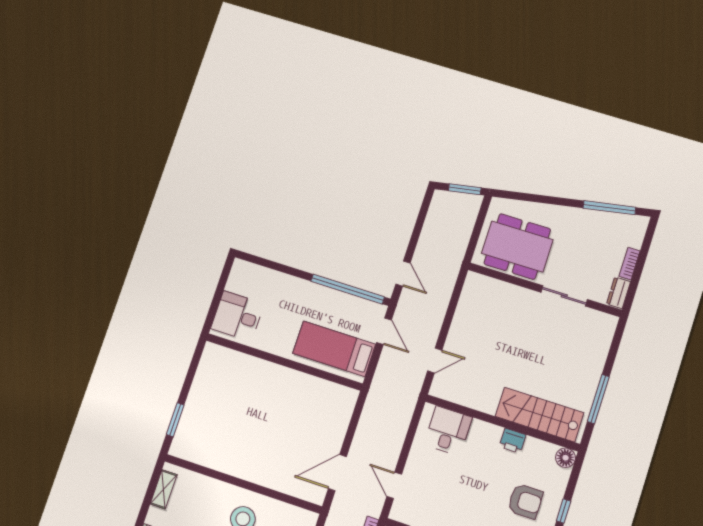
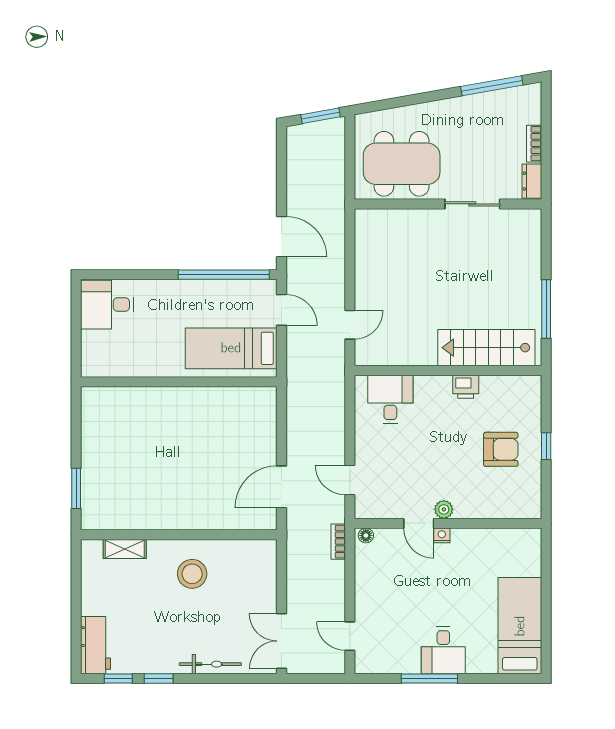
door: (403, 274) -> (281, 237), width x1.38
desk: (237, 316) -> (107, 305), moved
floor lamp: (566, 458) -> (530, 386), removed
shelving: (164, 489) -> (125, 549), moved, turned 90

